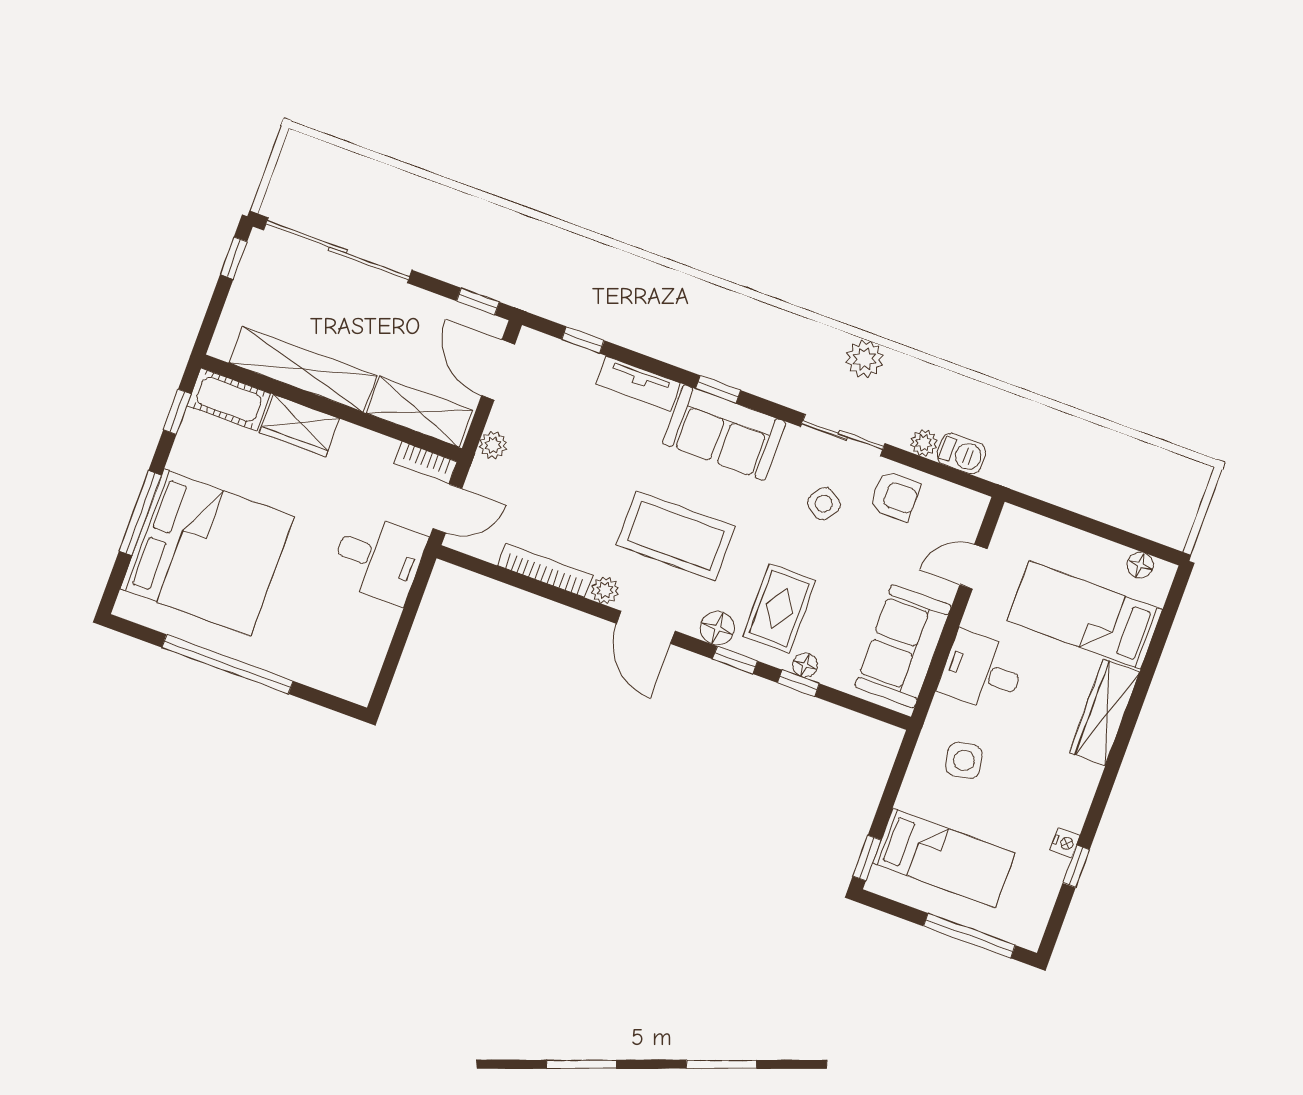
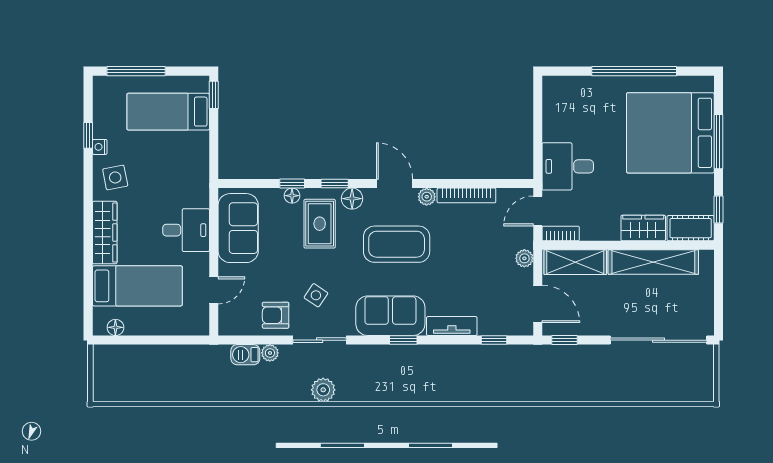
window: (234, 258) -> (718, 313), removed
side table: (964, 760) -> (115, 177), moved

